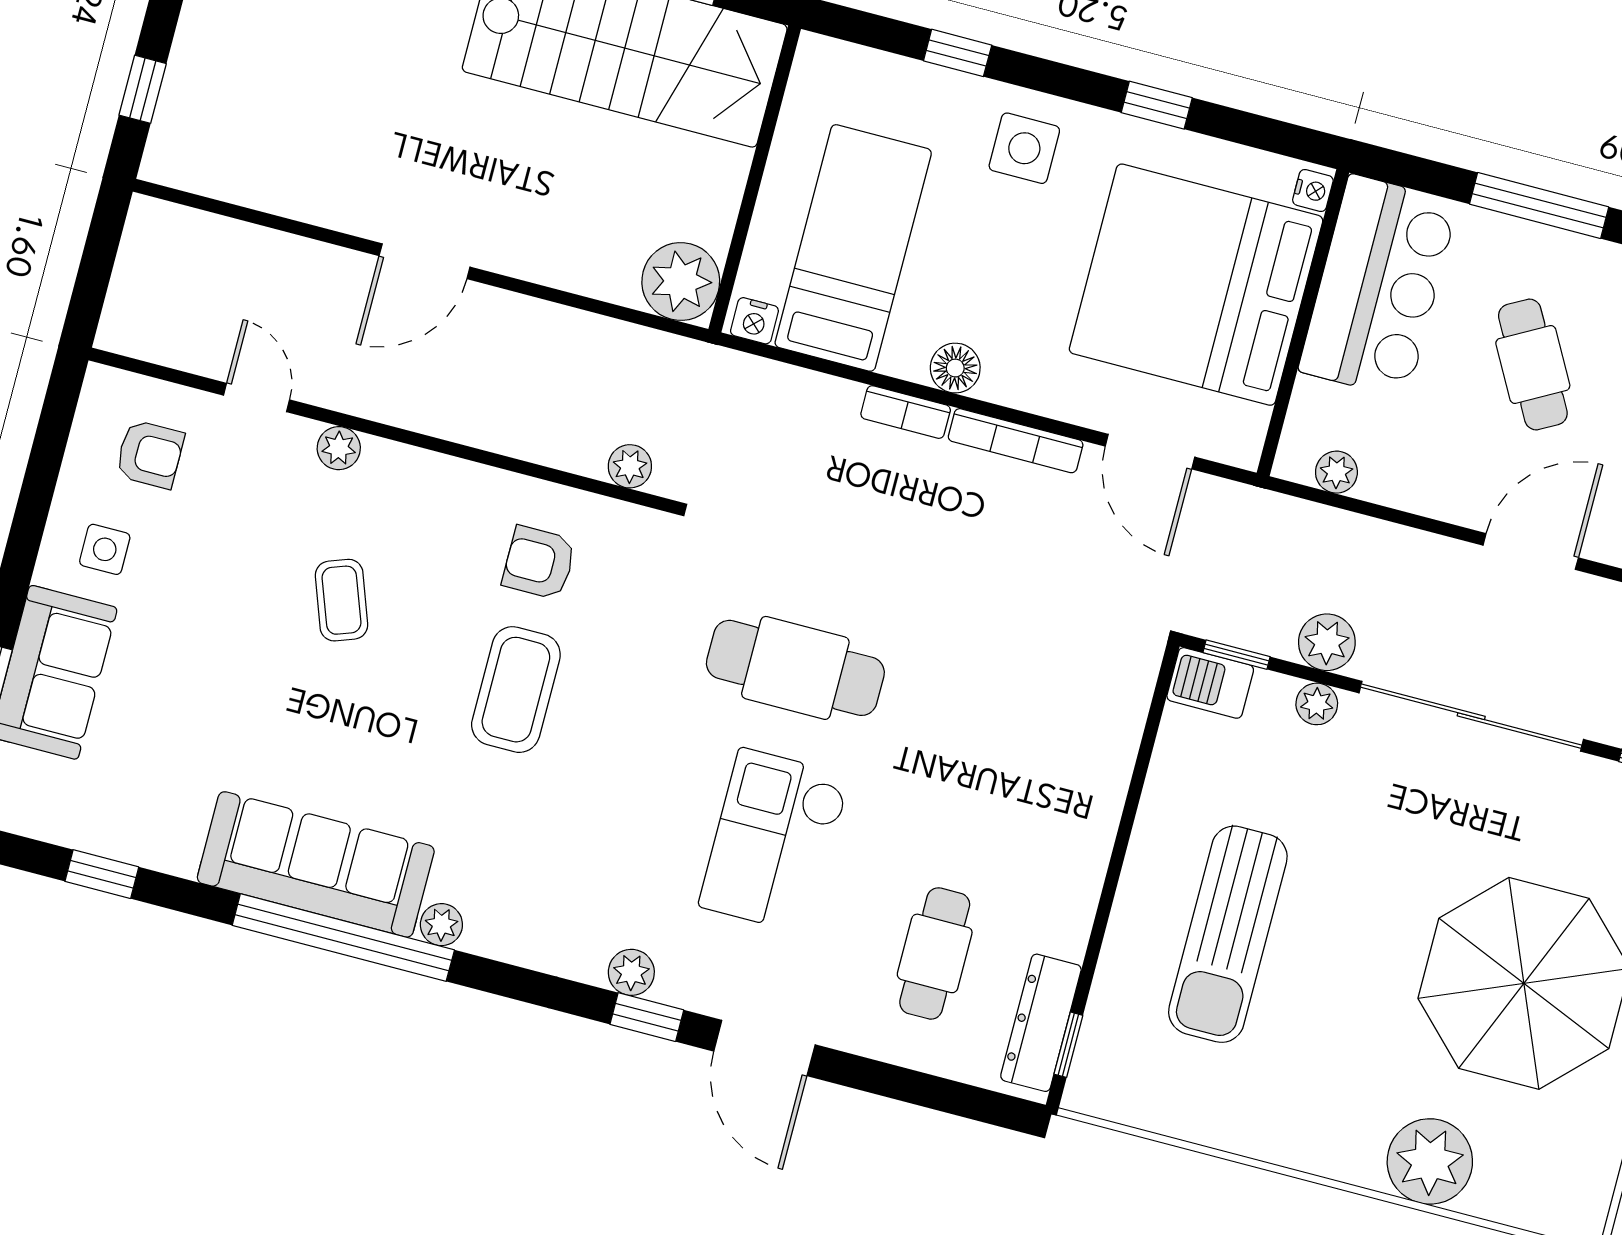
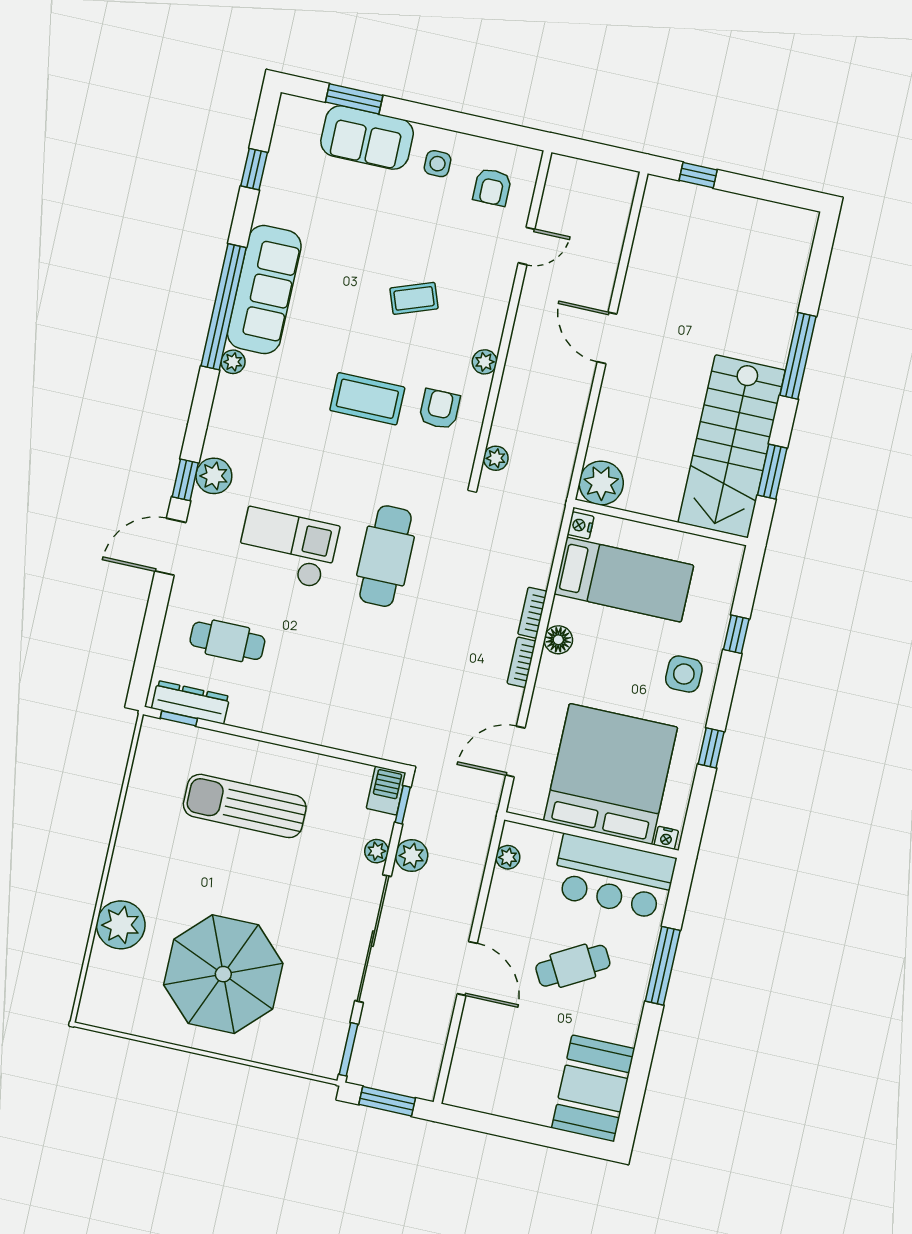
bookcase: (1016, 441) -> (522, 662), width x0.64
plant: (339, 448) -> (485, 362), moved
plant: (631, 972) -> (214, 476), width x1.38, depth x1.38

